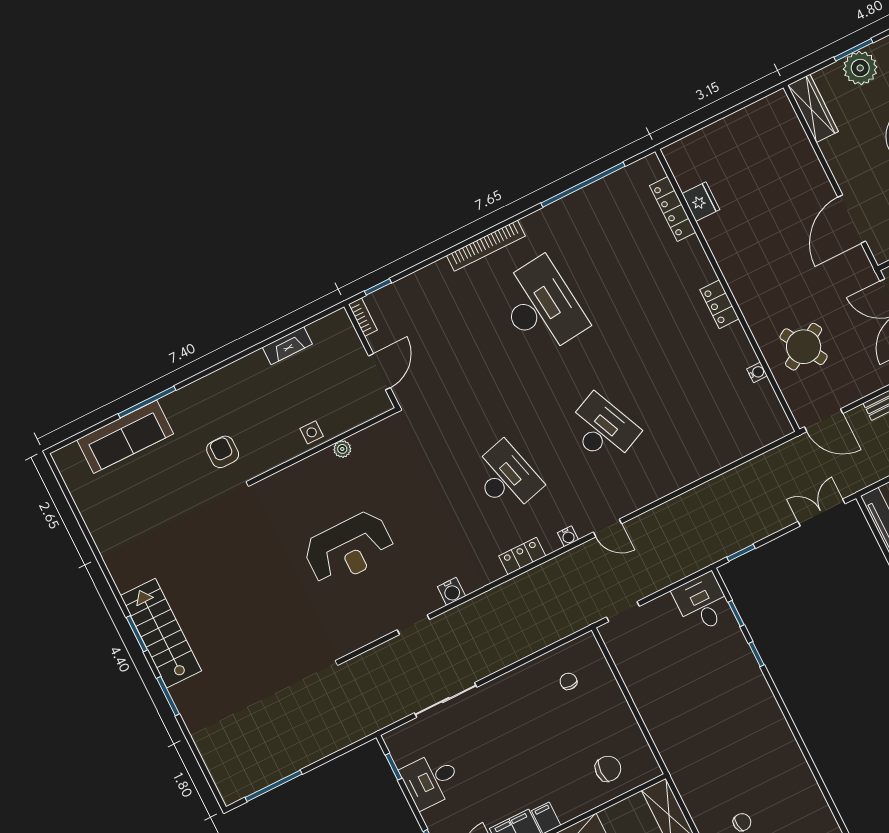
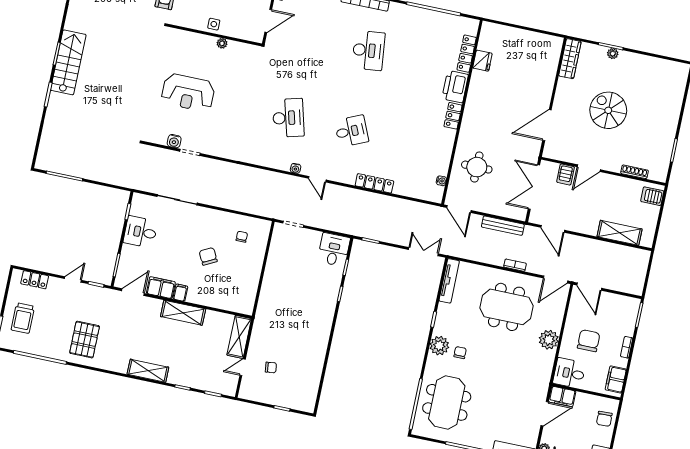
plant: (860, 68) -> (613, 54), width x0.53, depth x0.53
printer: (692, 264) -> (455, 87), added
desk: (541, 306) -> (368, 50), width x0.73, depth x0.77
round table: (804, 347) -> (477, 167), turned 30
water cooler: (757, 372) -> (441, 181), moved
desk: (603, 430) -> (351, 131), width x0.73
locker: (522, 556) -> (374, 183), moved, width x1.53
water cooler: (451, 591) -> (174, 141), moved
chair: (608, 769) -> (208, 256), moved, turned -117

